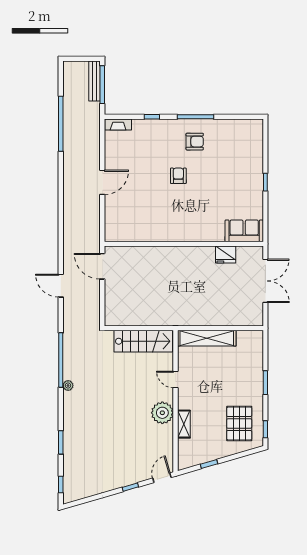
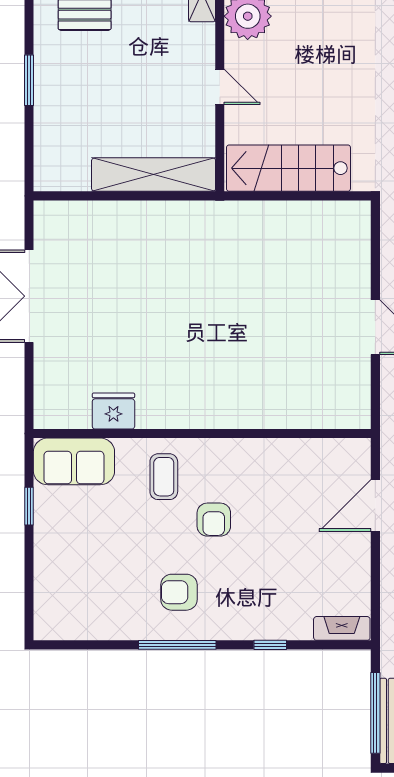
coffee table: (202, 196) -> (164, 477), added
sofa: (244, 231) -> (74, 461), moved
wall: (184, 244) -> (202, 434), moved
fridge: (226, 254) -> (113, 411), moved

